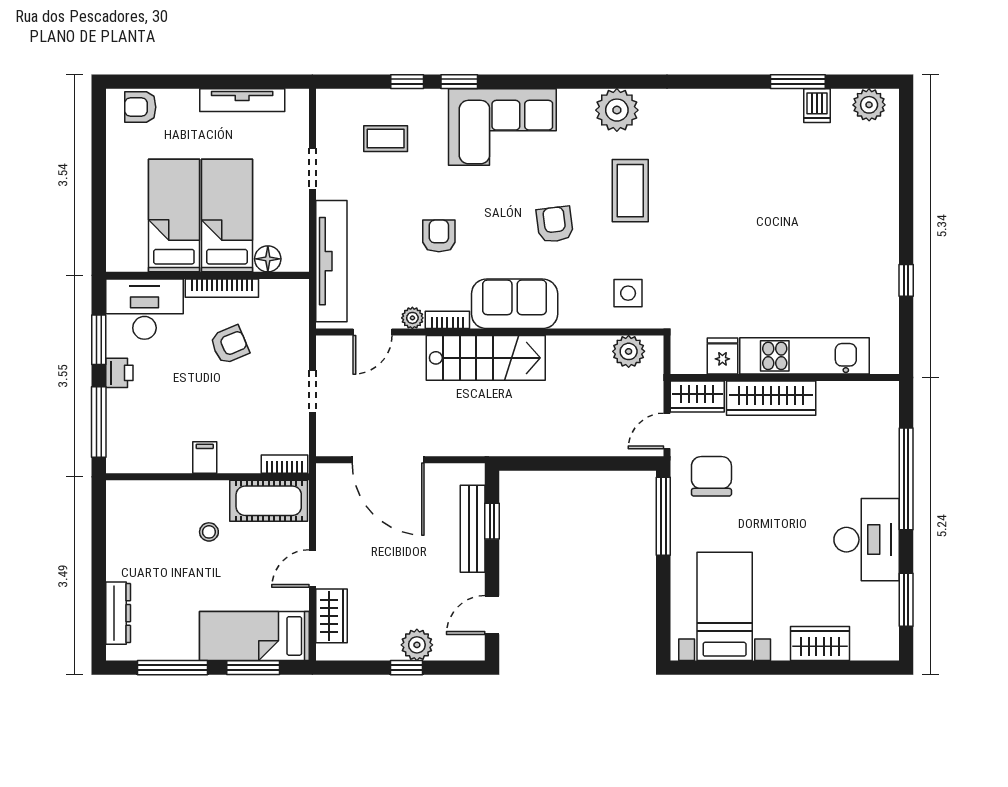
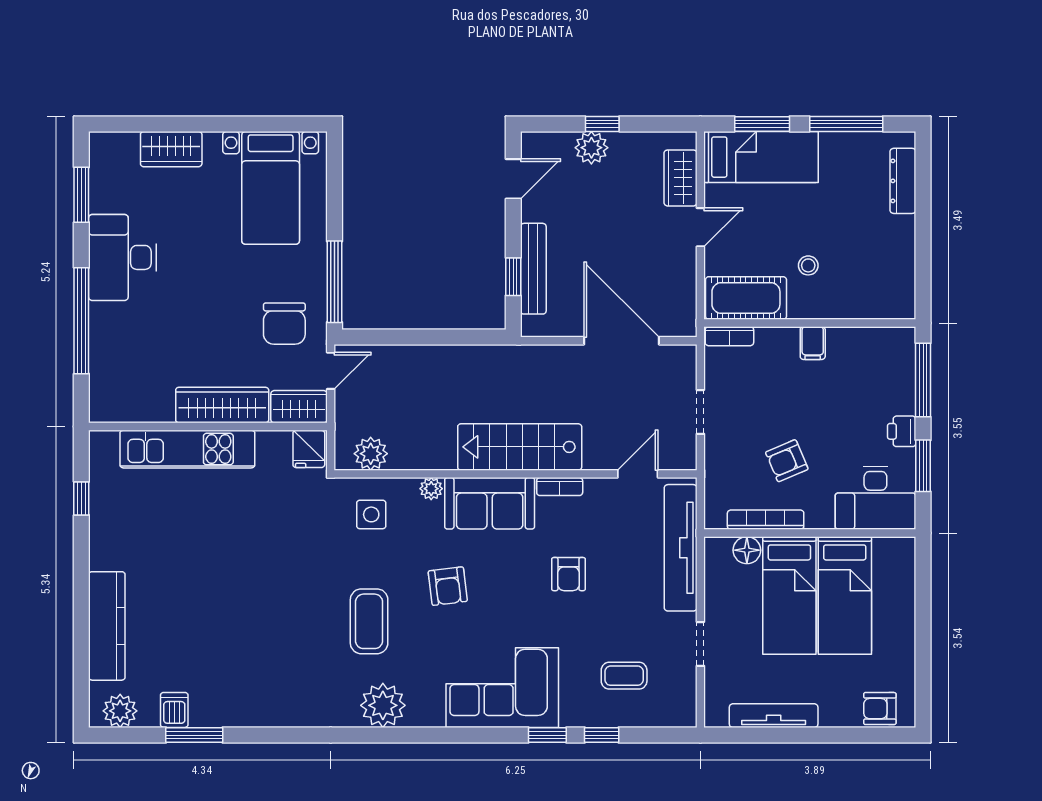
armchair: (140, 107) -> (880, 709), turned 180
kitchen counter: (882, 186) -> (107, 626), added
window: (906, 280) -> (81, 498), moved
bookcase: (222, 288) -> (766, 520), moved
plant: (412, 318) -> (431, 489), moved
fridge: (722, 356) -> (309, 449), moved

